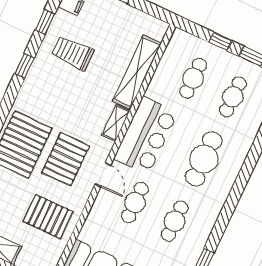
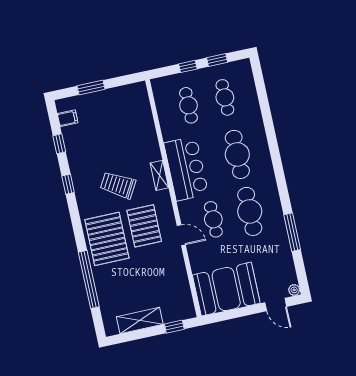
trolley: (73, 53) -> (118, 185), moved, turned 30
shelving: (137, 72) -> (147, 130), removed
door: (103, 175) -> (181, 235), moved
pallet: (48, 217) -> (162, 274), removed
cafe table: (175, 221) -> (250, 211), width x1.37, depth x1.35

